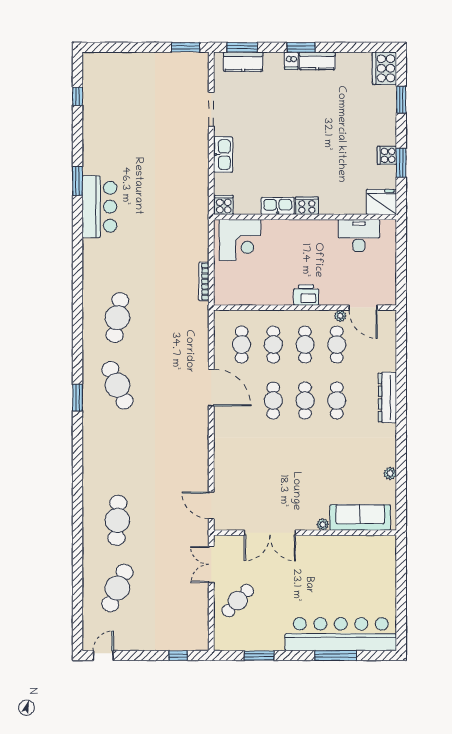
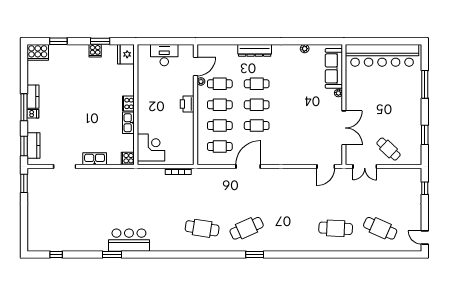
window: (301, 47) -> (24, 107), width x1.44
desk: (359, 236) -> (164, 55), moved, turned 90
bar counter: (341, 634) -> (382, 55), moved, turned -90

